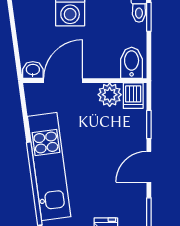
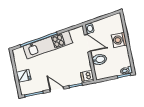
bidet: (132, 63) -> (99, 60), moved
plant: (110, 95) -> (85, 65), removed

